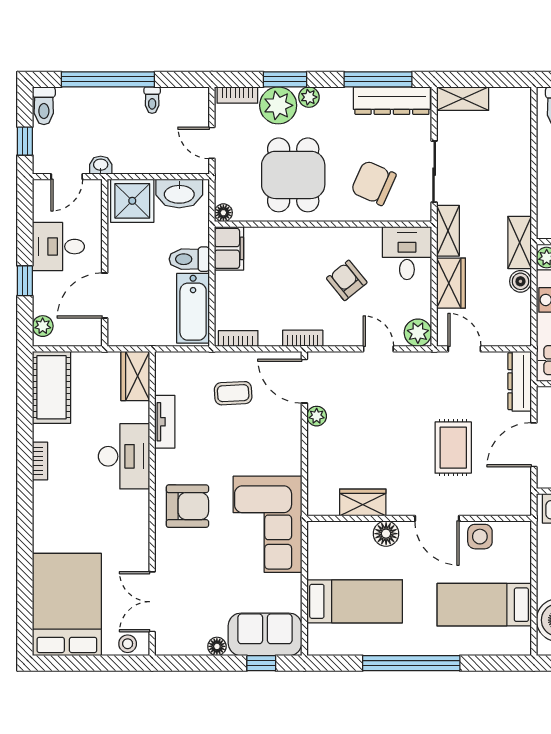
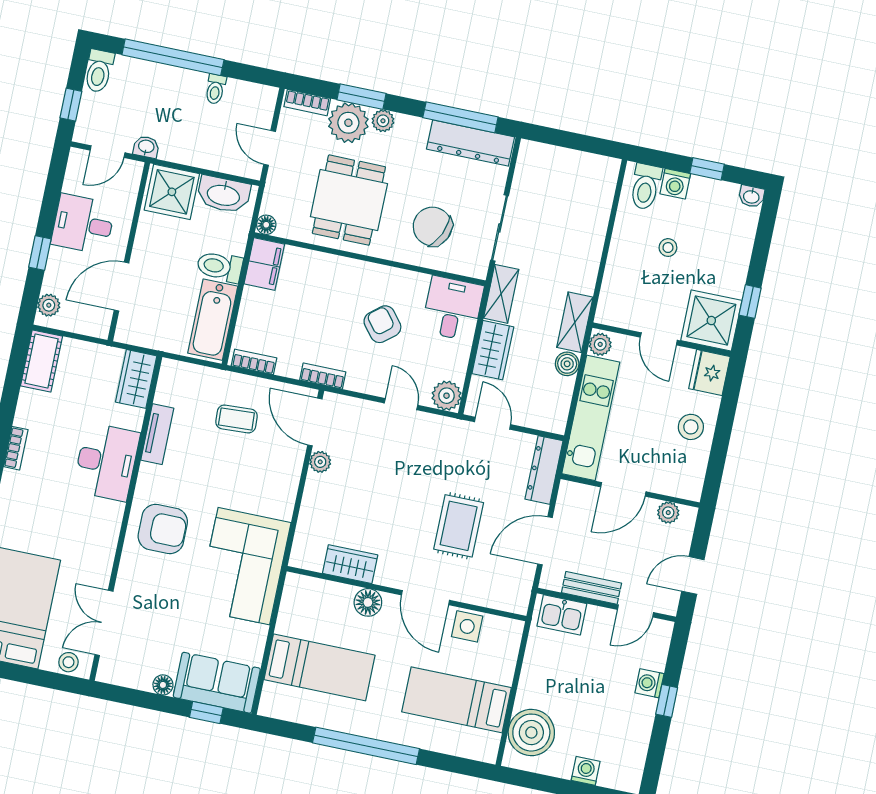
shelving: (463, 99) -> (546, 157), removed
cot: (52, 387) -> (42, 361), width x0.73, depth x0.75

